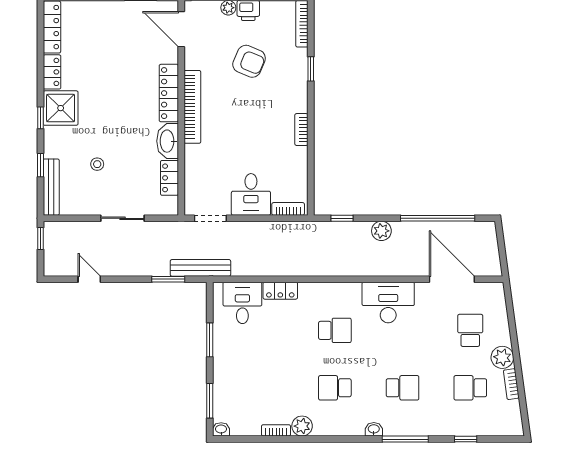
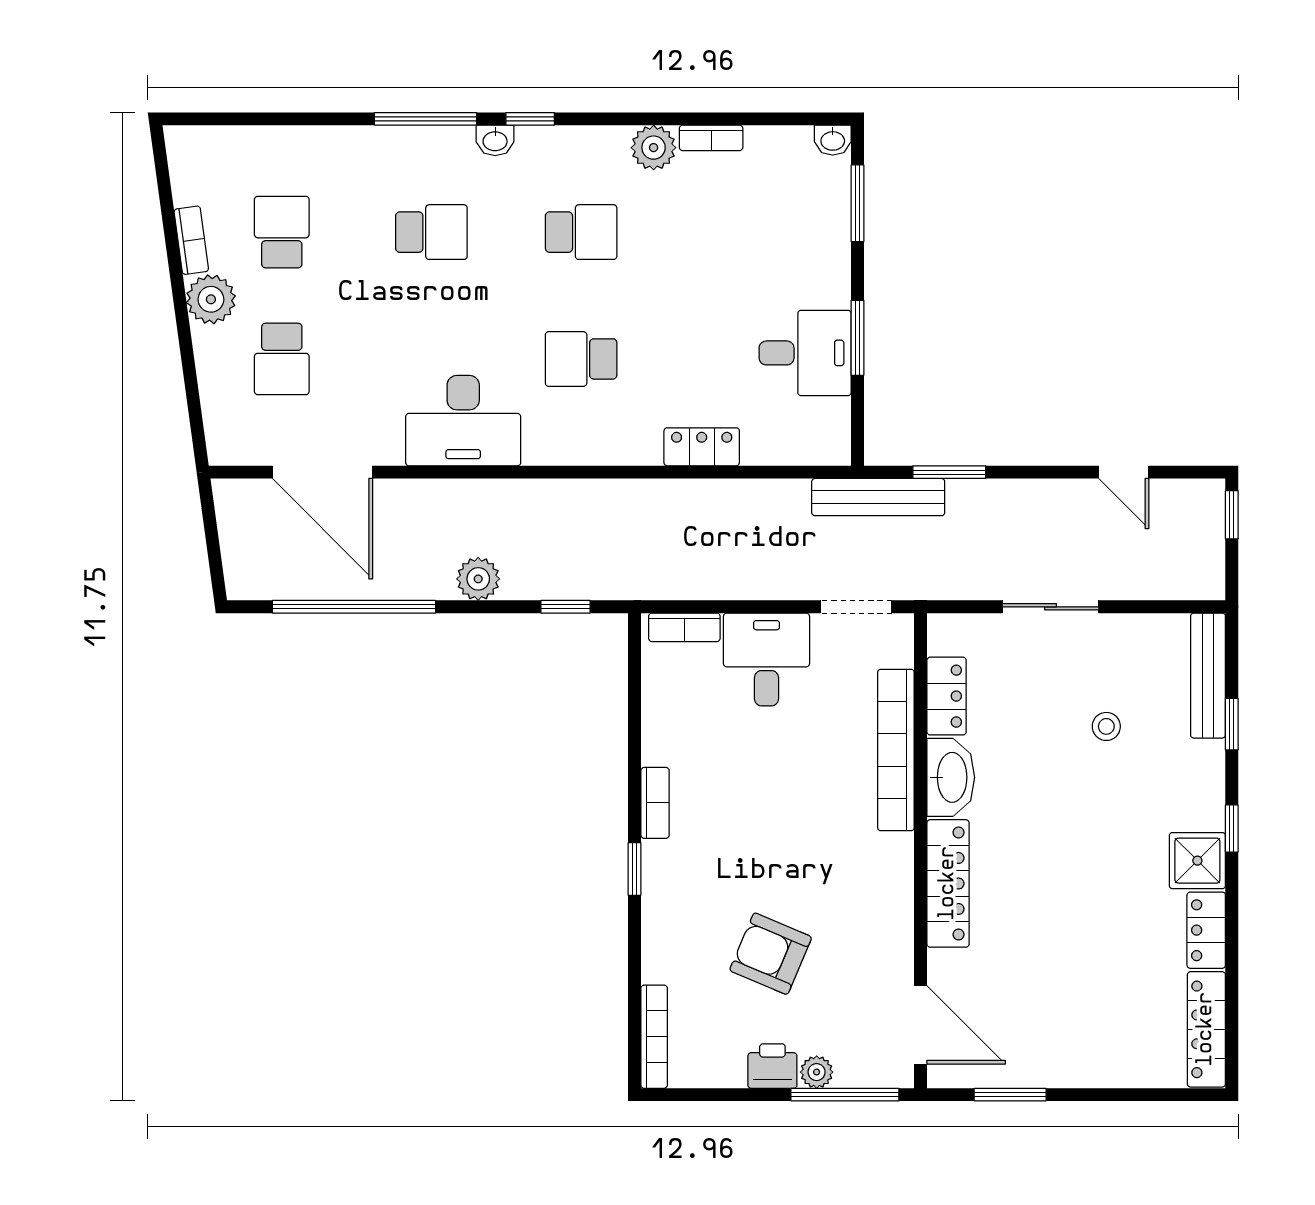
window: (311, 69) -> (635, 869), moved
bookcase: (192, 107) -> (896, 750), moved
shower: (61, 108) -> (1197, 861), width x0.73, depth x0.73
window: (40, 239) -> (1232, 515), moved
desk: (242, 303) -> (805, 353), moved, turned -90
school desk: (403, 388) -> (431, 232), turned 180
school desk: (470, 388) -> (282, 232), turned -90
window: (466, 439) -> (530, 119), moved

